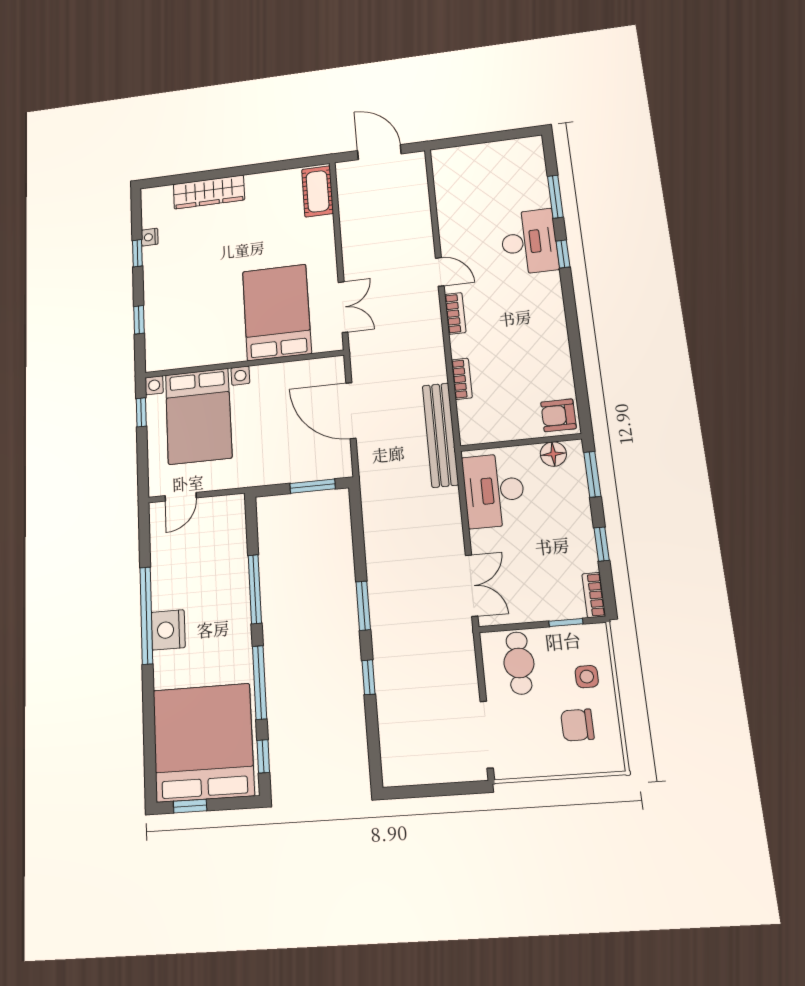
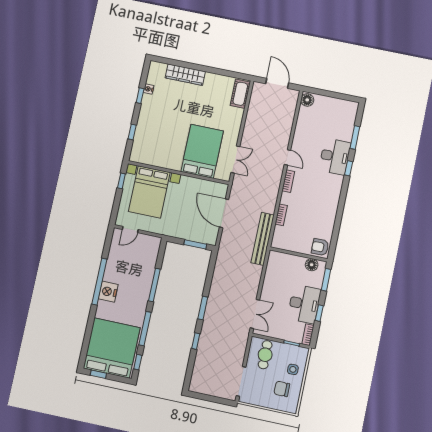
floor lamp: (444, 162) -> (307, 100), added
desk: (494, 490) -> (304, 304), moved, turned 180

